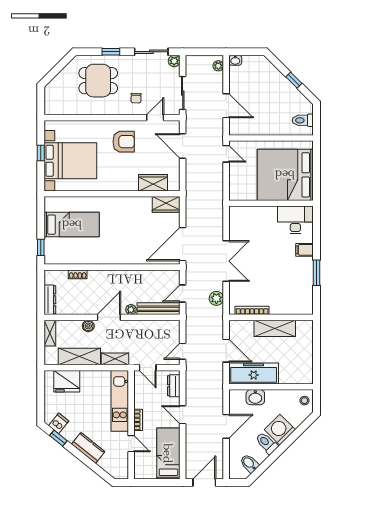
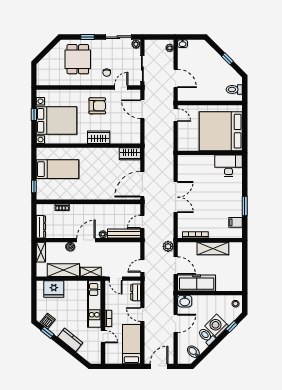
dining table: (98, 81) -> (78, 59), turned 90
wardrobe: (153, 183) -> (99, 137), moved
filing cabinet: (305, 250) -> (236, 222), moved
plant: (216, 298) -> (168, 246), moved
washbasin: (255, 397) -> (185, 301), moved
window: (300, 431) -> (232, 327), added

